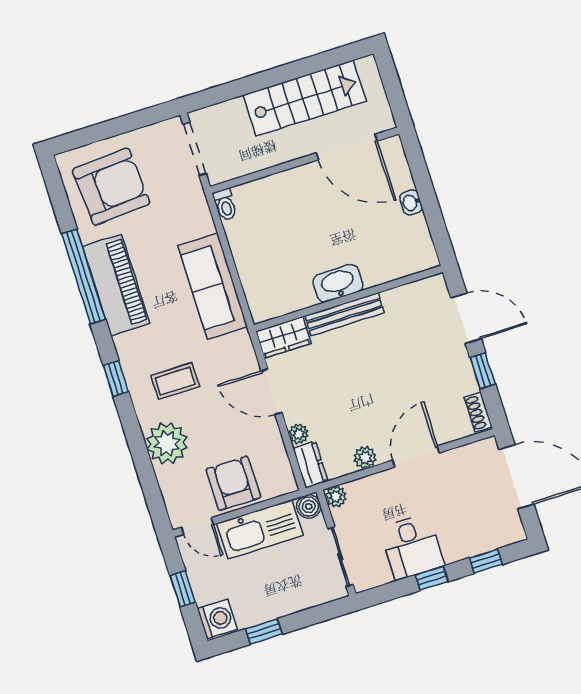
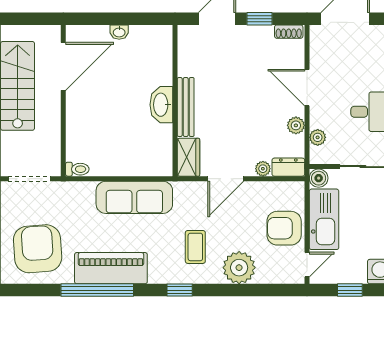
plant: (336, 497) -> (318, 137), moved

